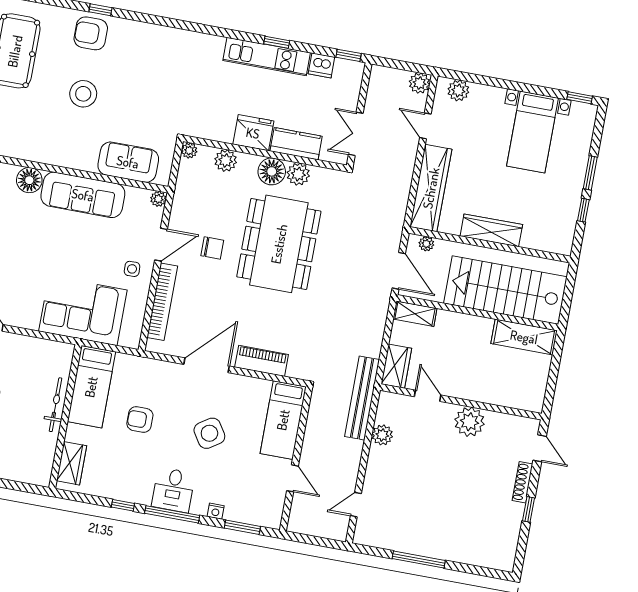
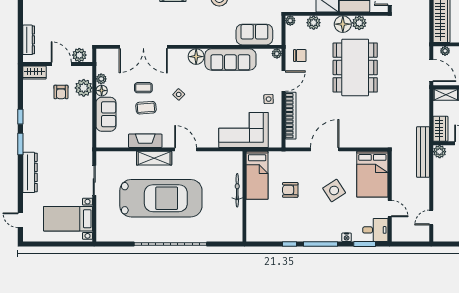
chair: (212, 248) -> (300, 56), moved
piano: (262, 361) -> (358, 141), removed
bed: (283, 420) -> (372, 174), width x1.50
plant: (382, 435) -> (440, 152), moved
wardrobe: (71, 463) -> (253, 224), removed
desk: (173, 490) -> (375, 230), moved, turned -90

